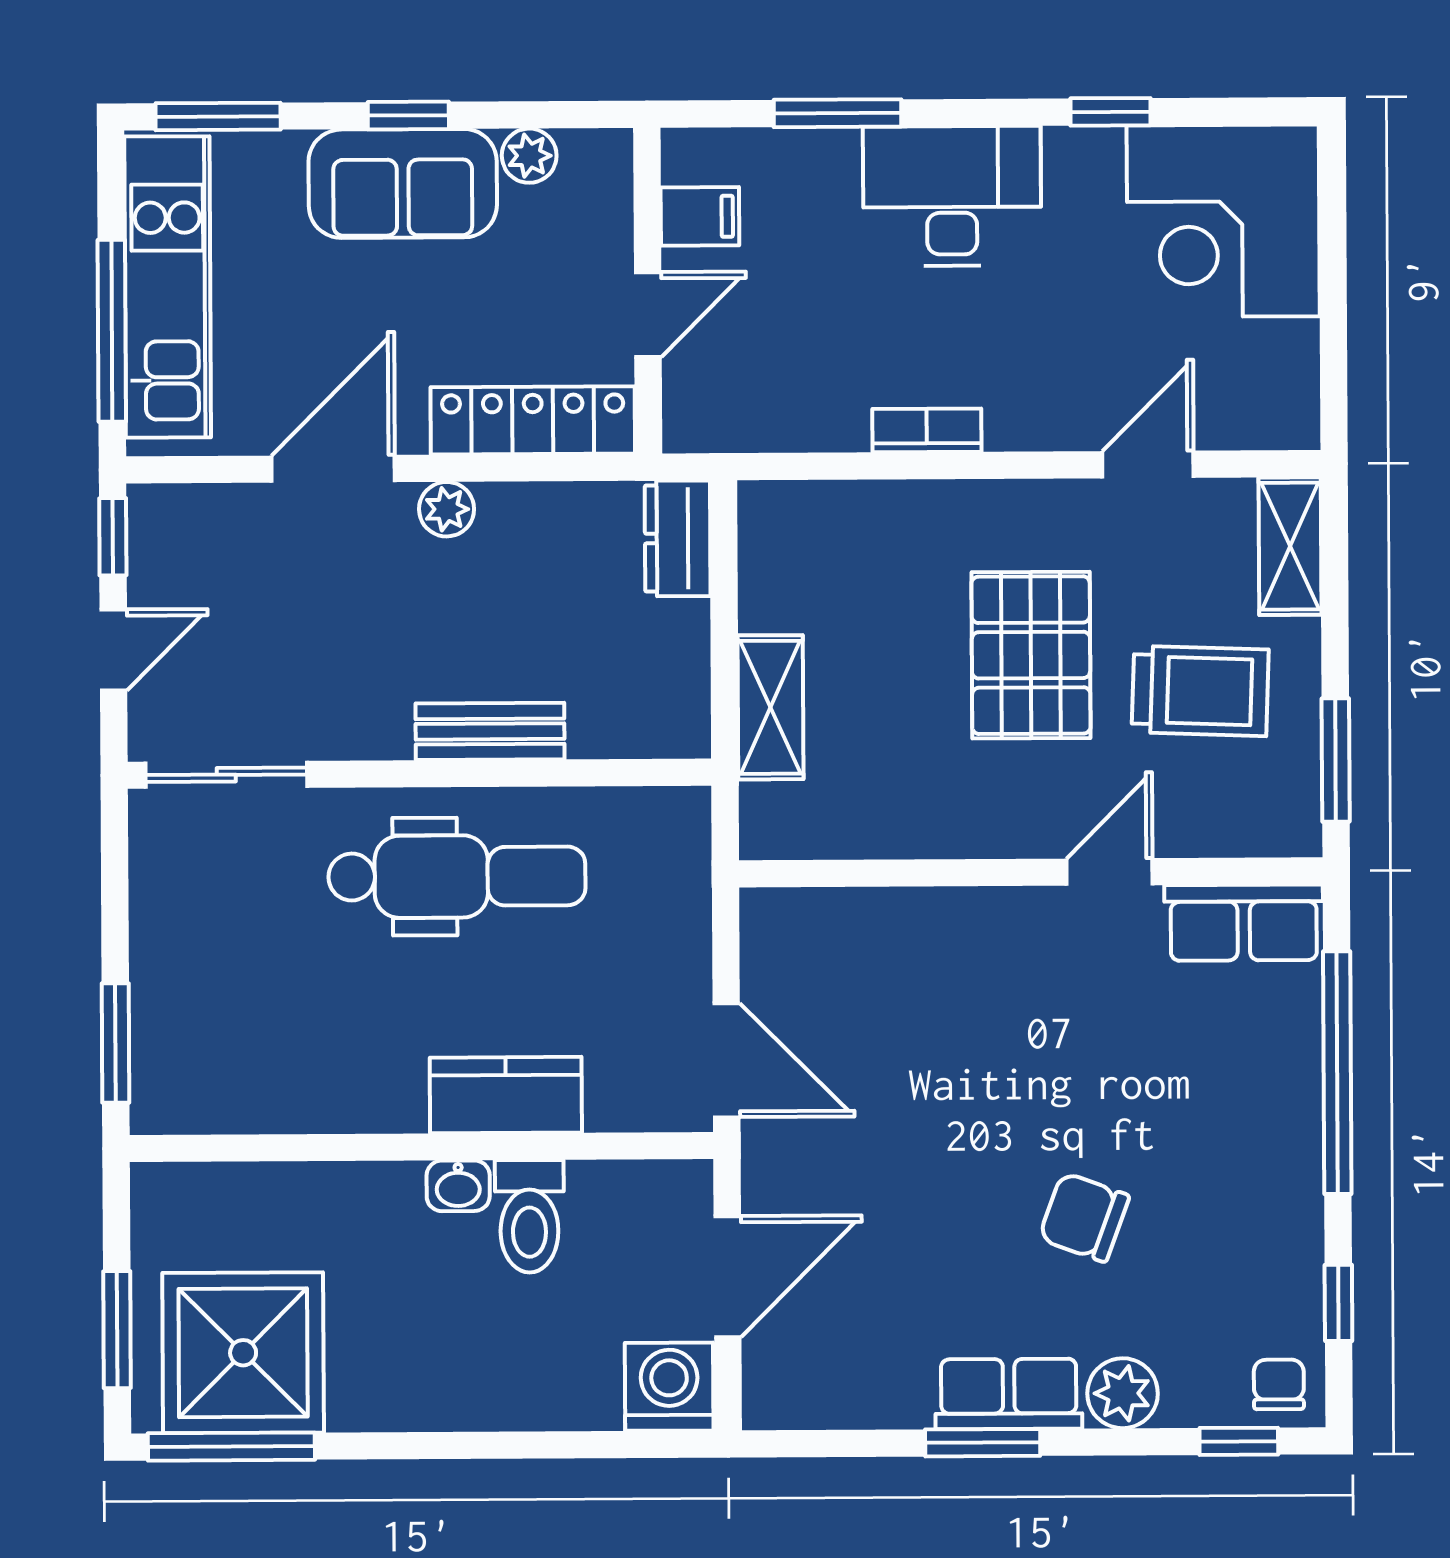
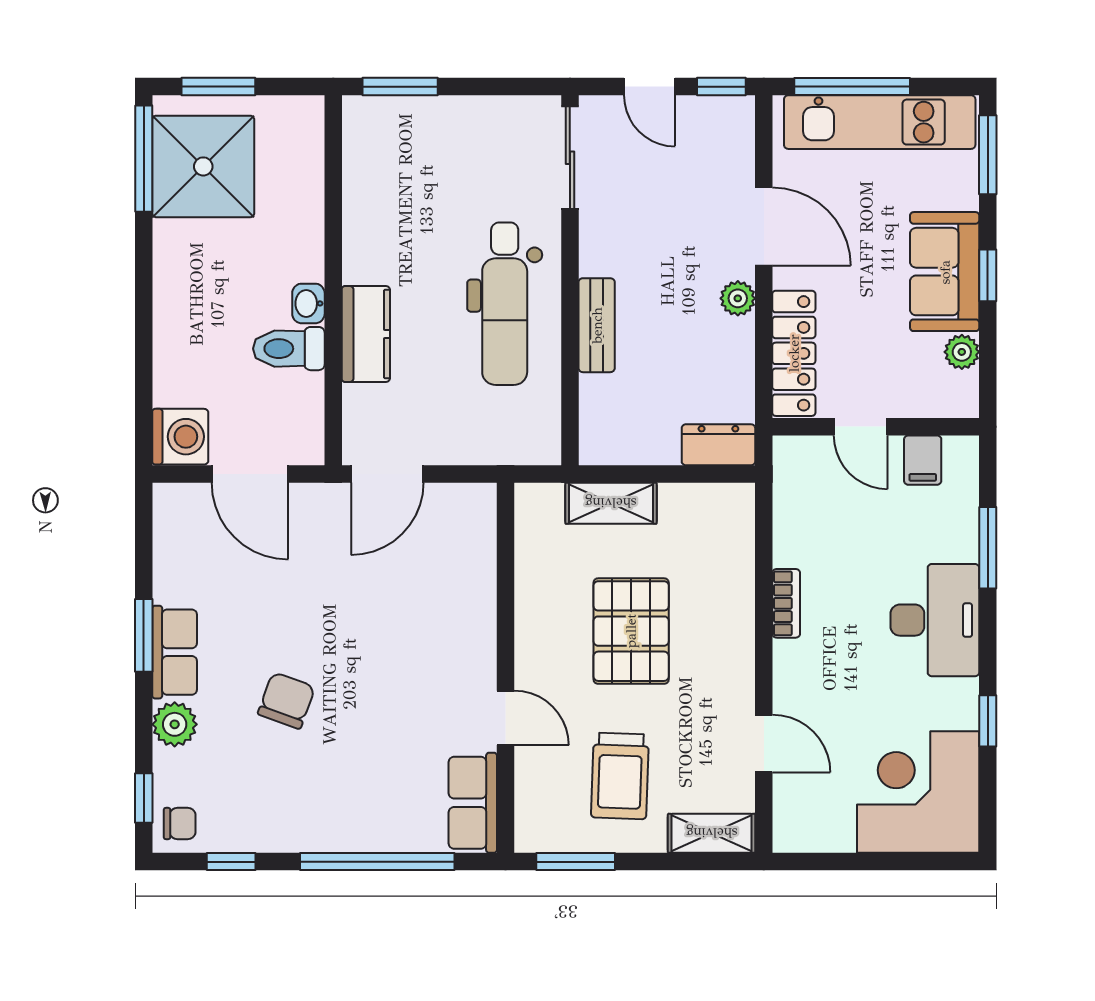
pallet: (1031, 655) -> (631, 631), moved, turned 90

